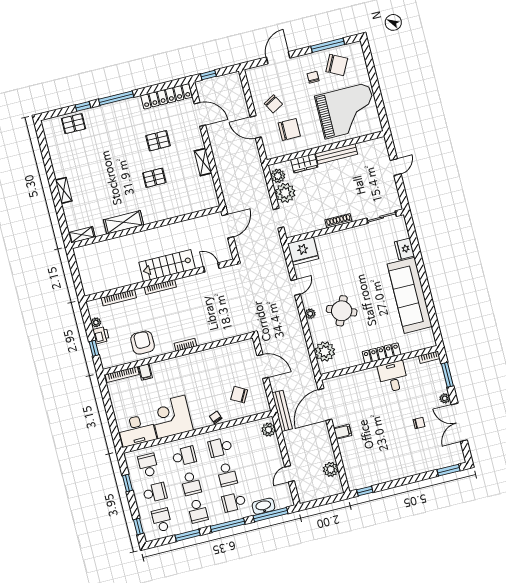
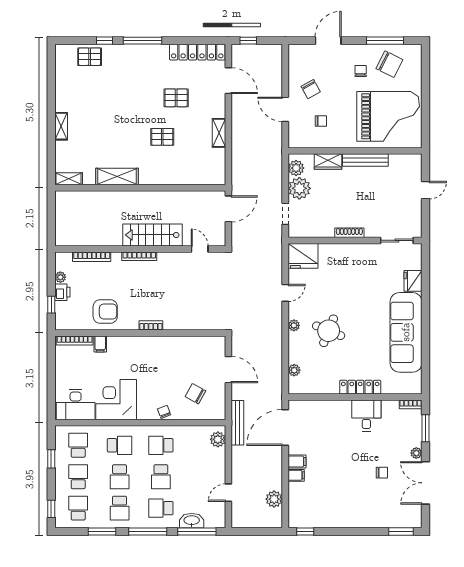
chair: (289, 129) -> (321, 121), width x0.54, depth x0.54
armchair: (143, 343) -> (105, 311), turned 90
plant: (325, 352) -> (294, 370), width x0.53, depth x0.53
filing cabinet: (345, 444) -> (296, 475), added
school desk: (155, 493) -> (78, 477), turned -90

